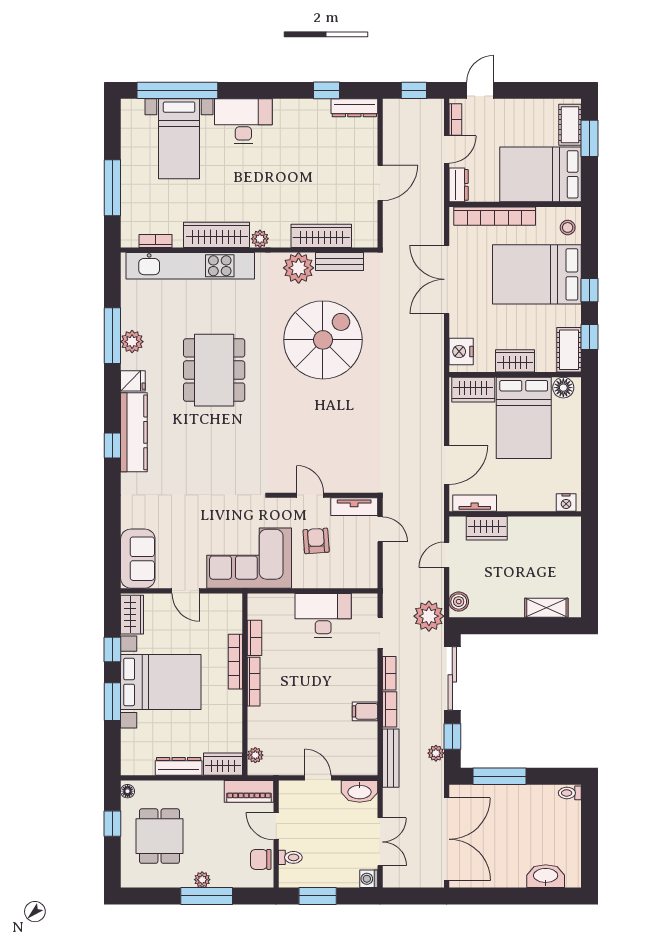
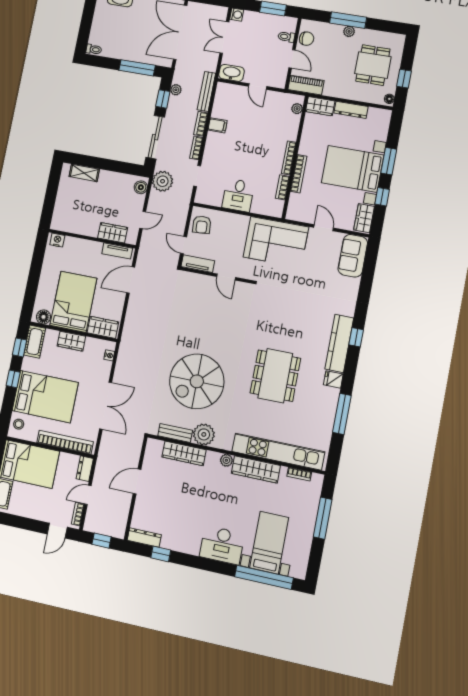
plant: (132, 342) -> (329, 407), removed
nightstand: (461, 352) -> (109, 355), width x0.53, depth x0.56
armchair: (316, 541) -> (202, 225), moved
desk: (323, 615) -> (238, 195), width x0.73

